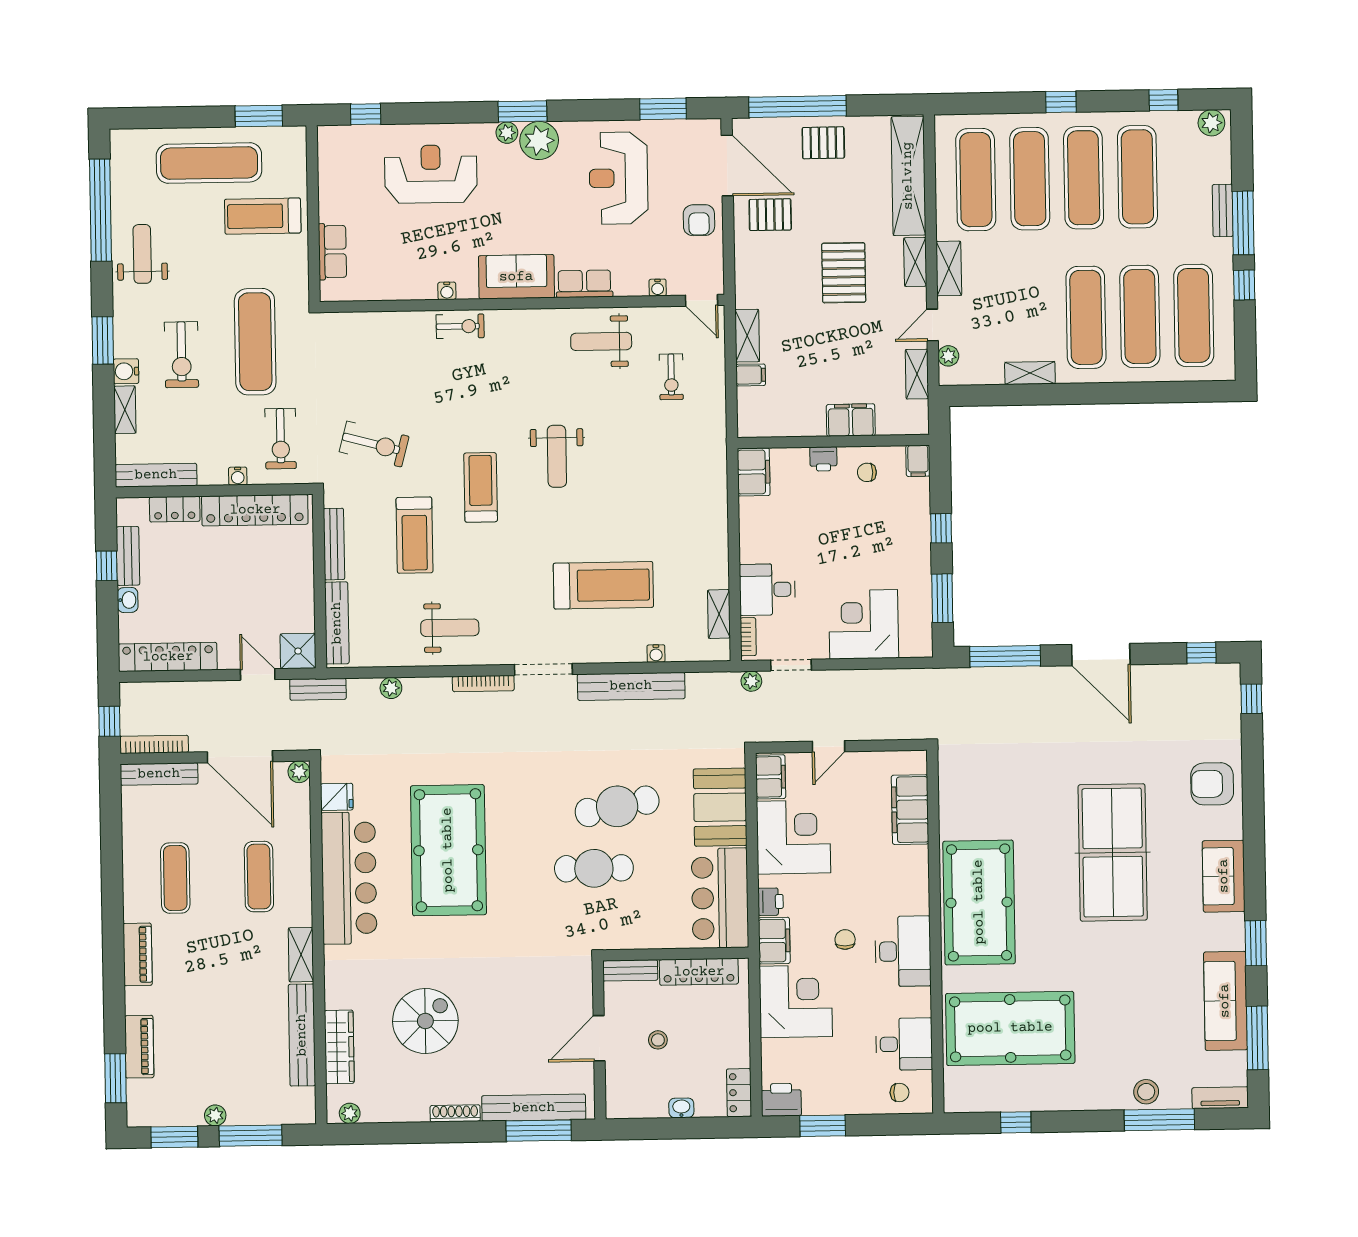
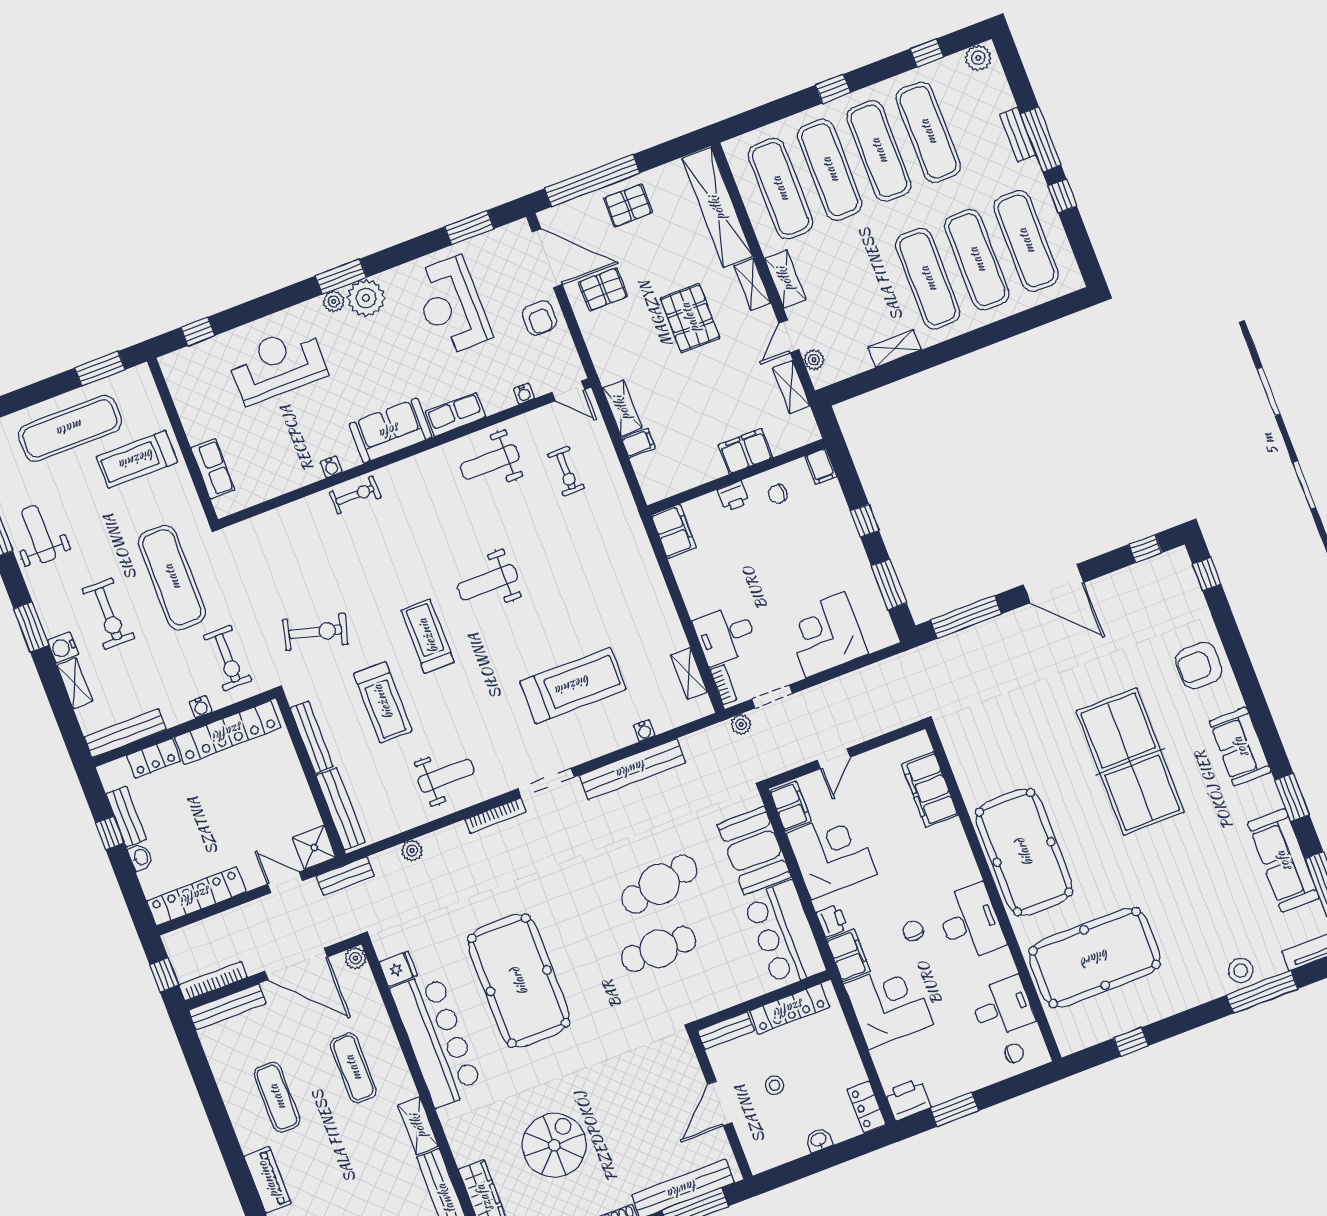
weight bench: (557, 456) -> (487, 582), turned 90

